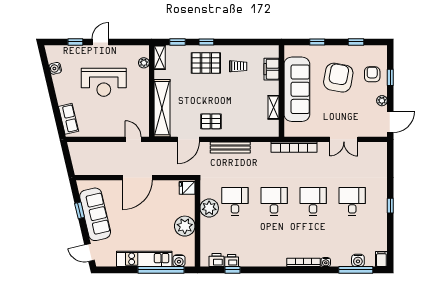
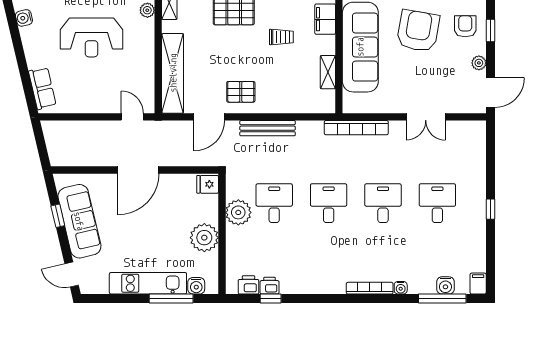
trolley: (238, 66) -> (281, 37), moved
window: (161, 270) -> (171, 299), width x0.68

